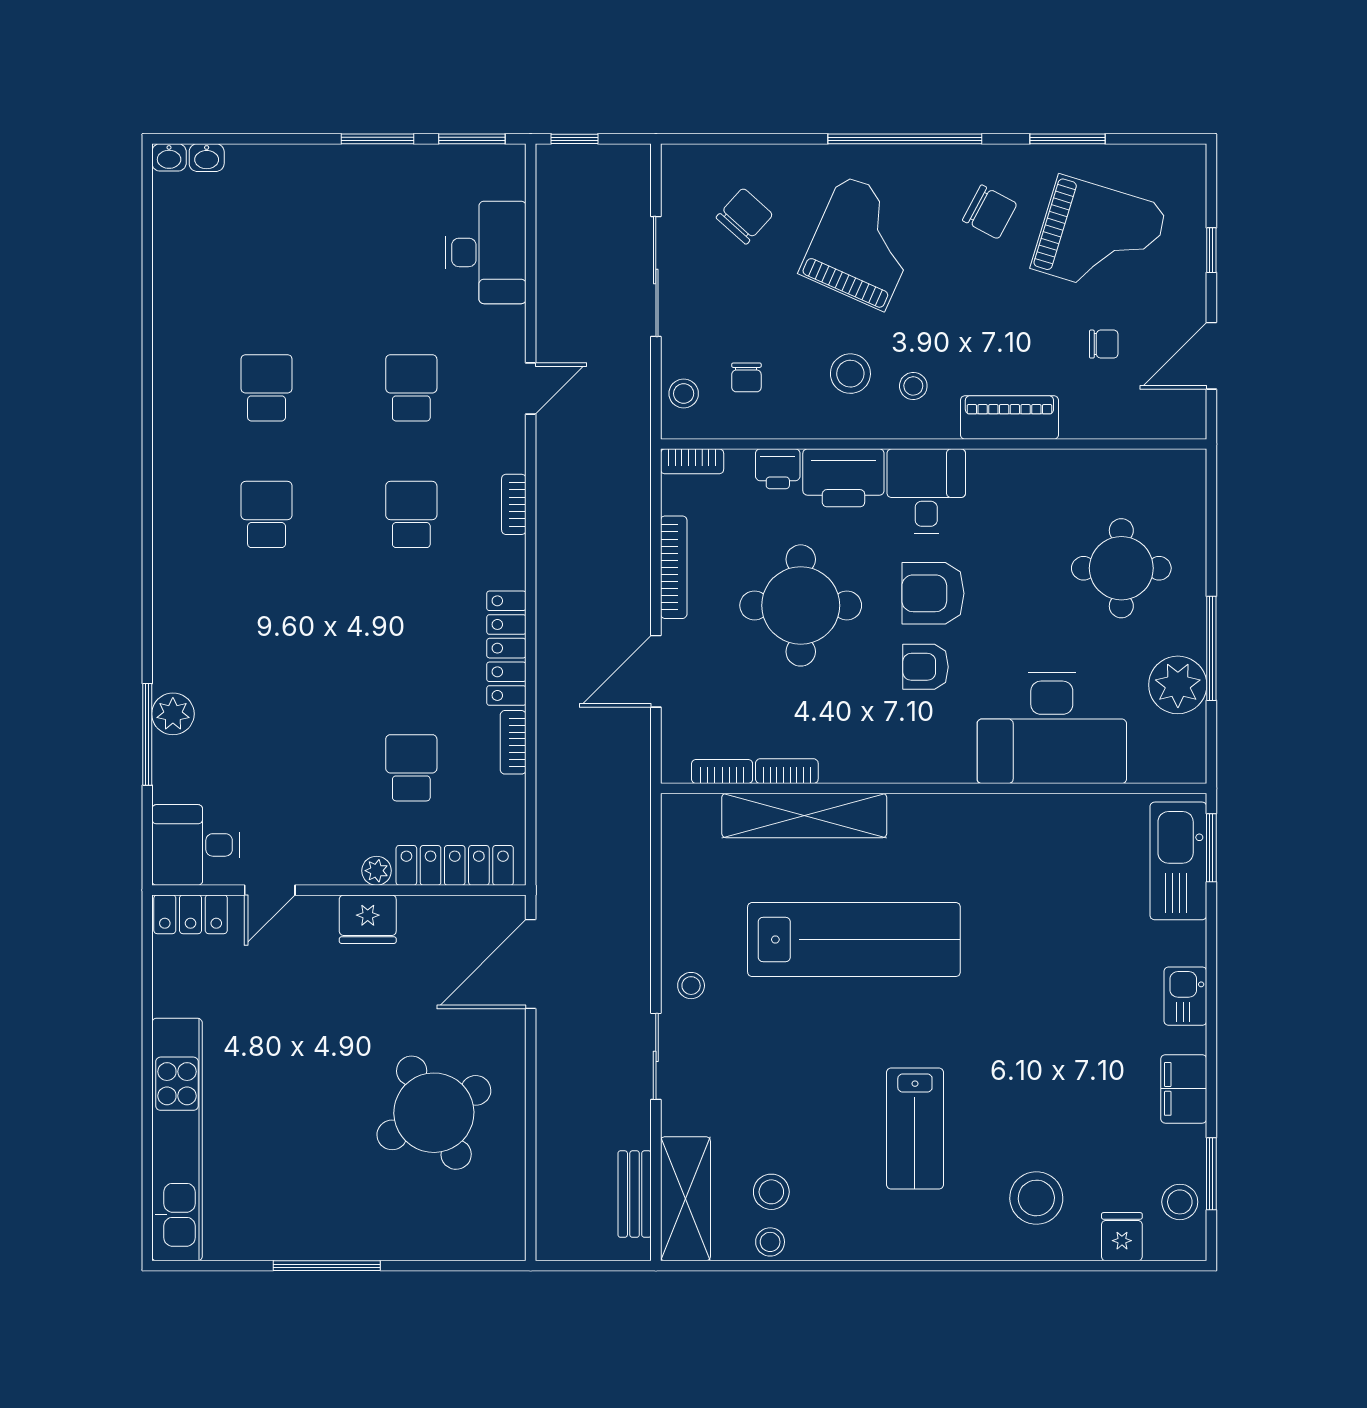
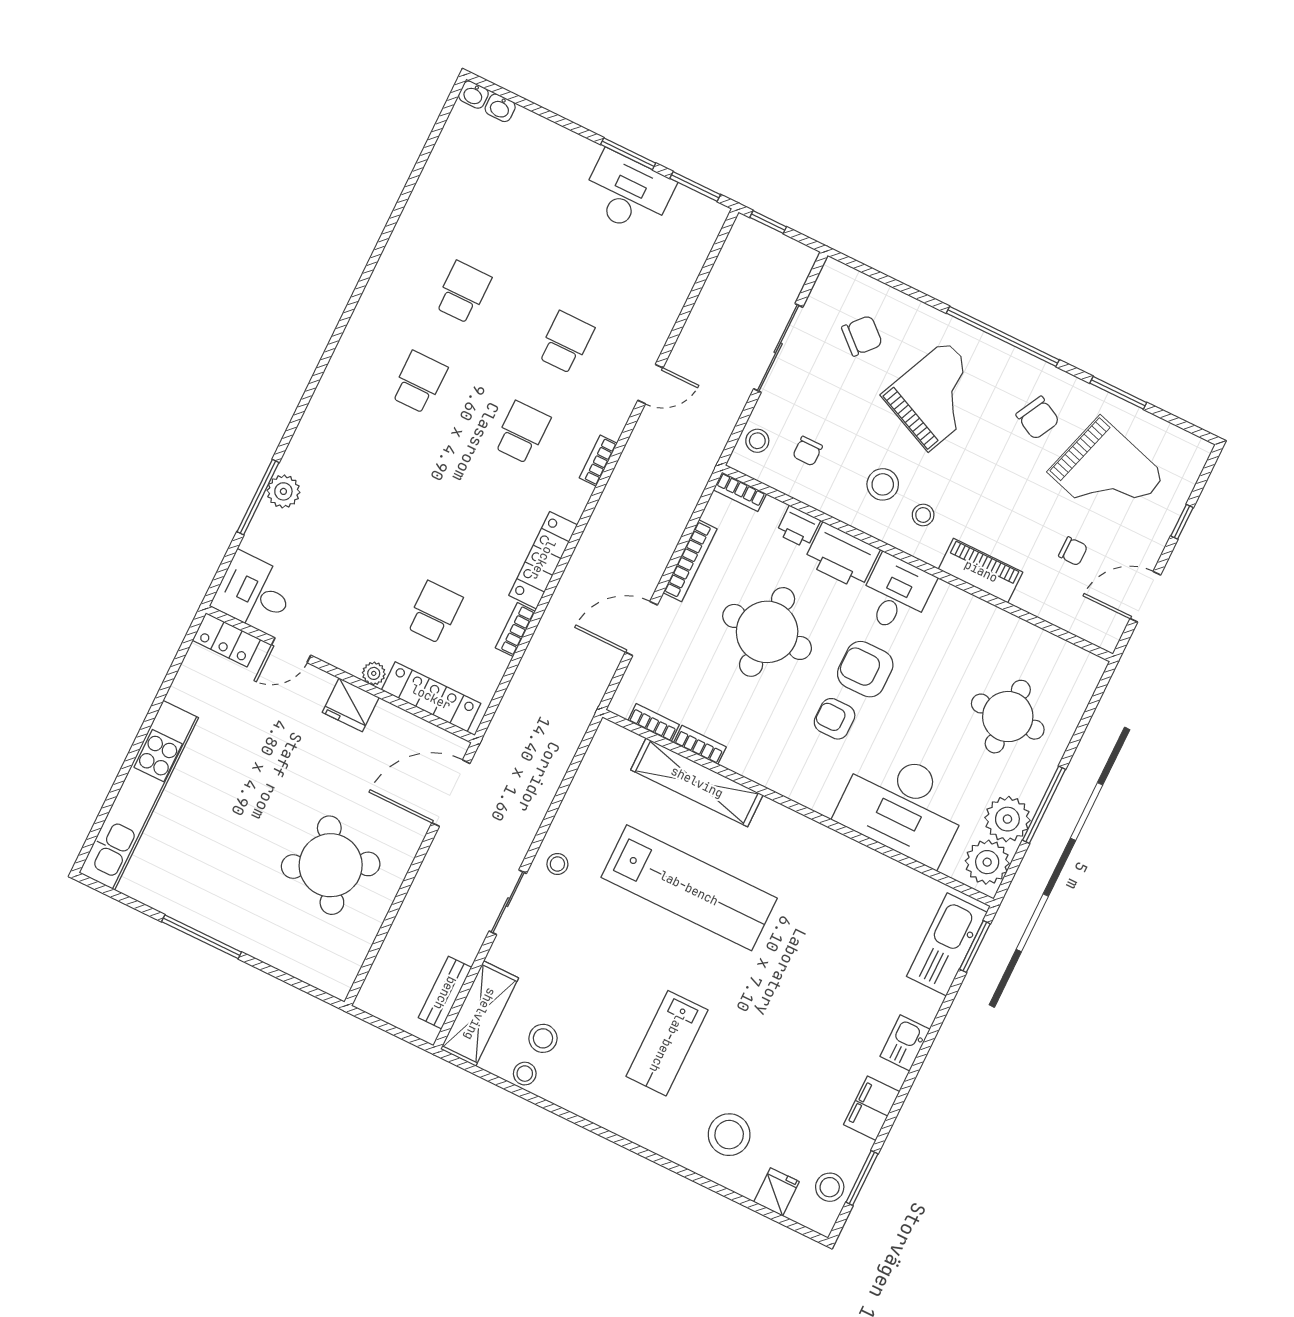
desk: (486, 252) -> (628, 193), moved, turned -90
plant: (1179, 745) -> (987, 862), added

